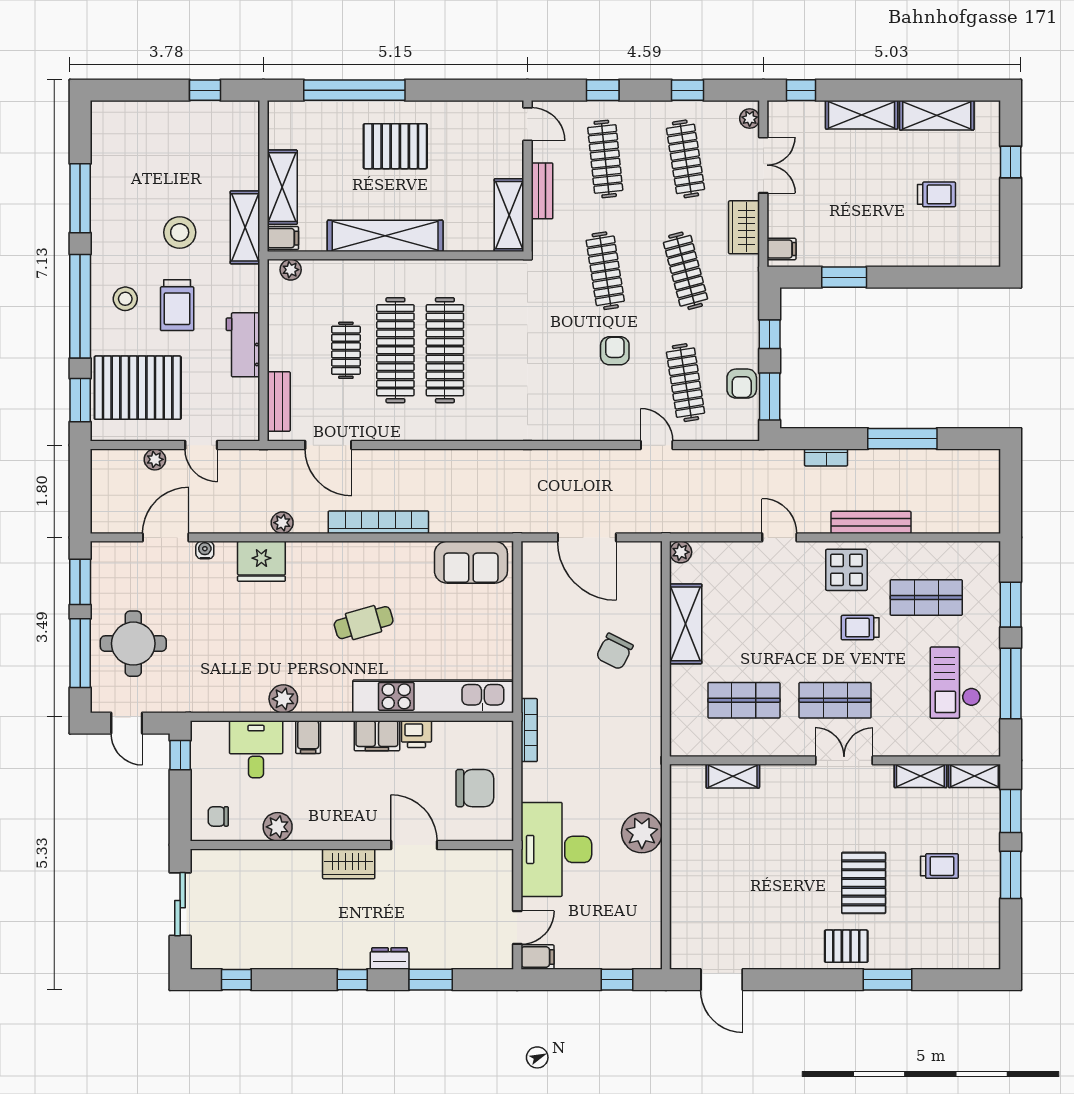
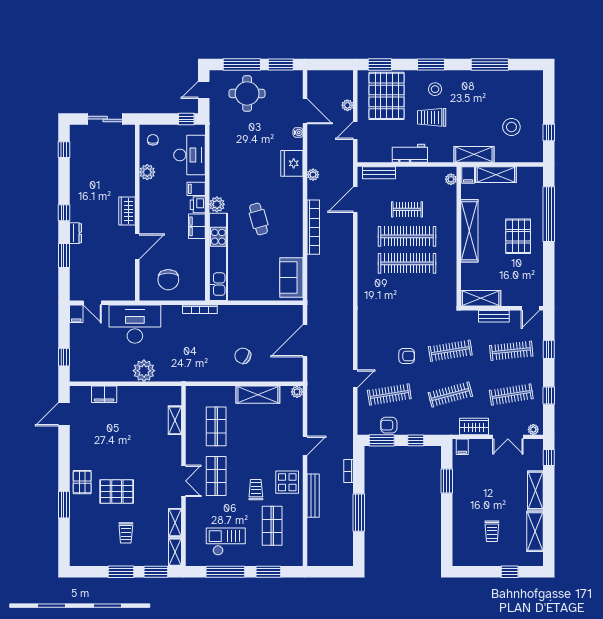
stool: (180, 232) -> (511, 127), moved
window: (80, 306) -> (431, 65), width x0.47
plant: (283, 699) -> (217, 204), moved
printer: (416, 734) -> (198, 205), moved
desk: (256, 749) -> (189, 155), width x1.37
filing cabinet: (685, 906) -> (104, 394), added

